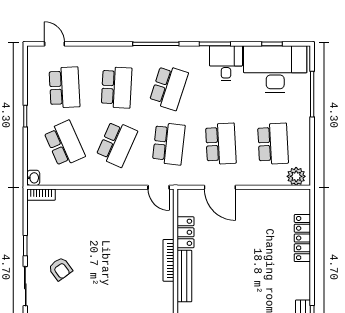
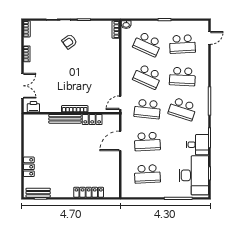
school desk: (64, 144) -> (147, 44), turned 48
plant: (296, 176) -> (127, 188), removed

